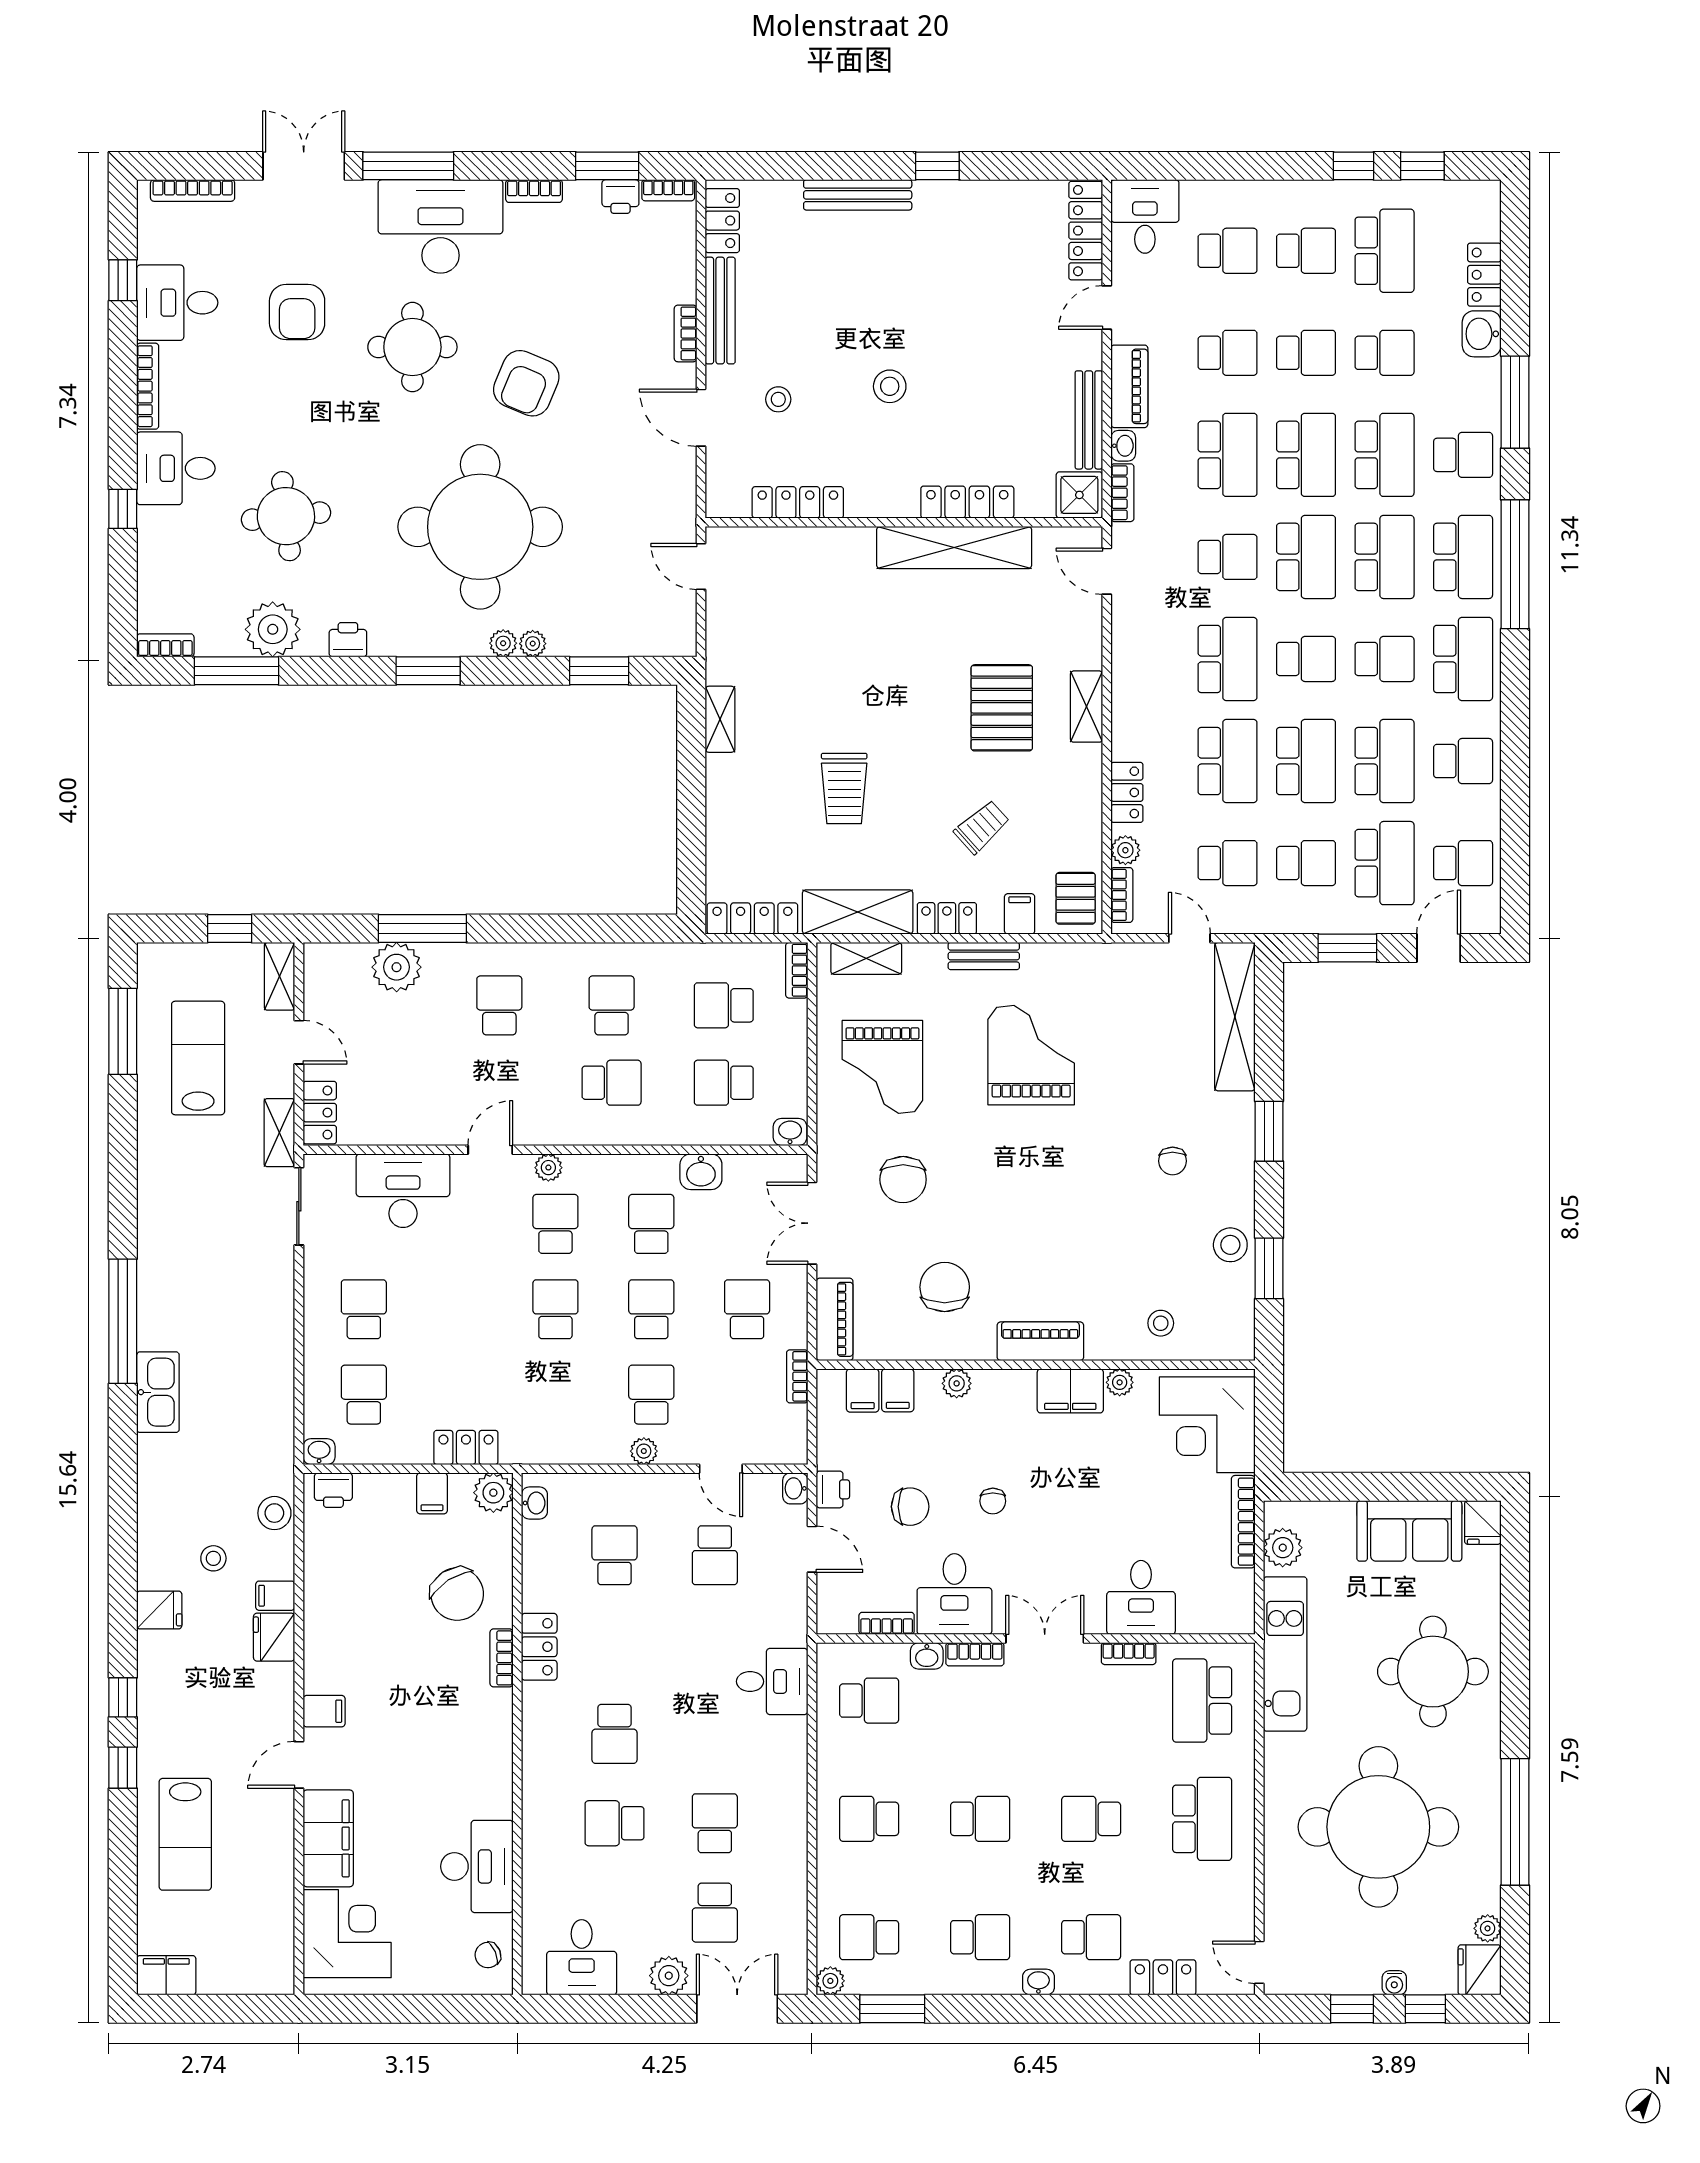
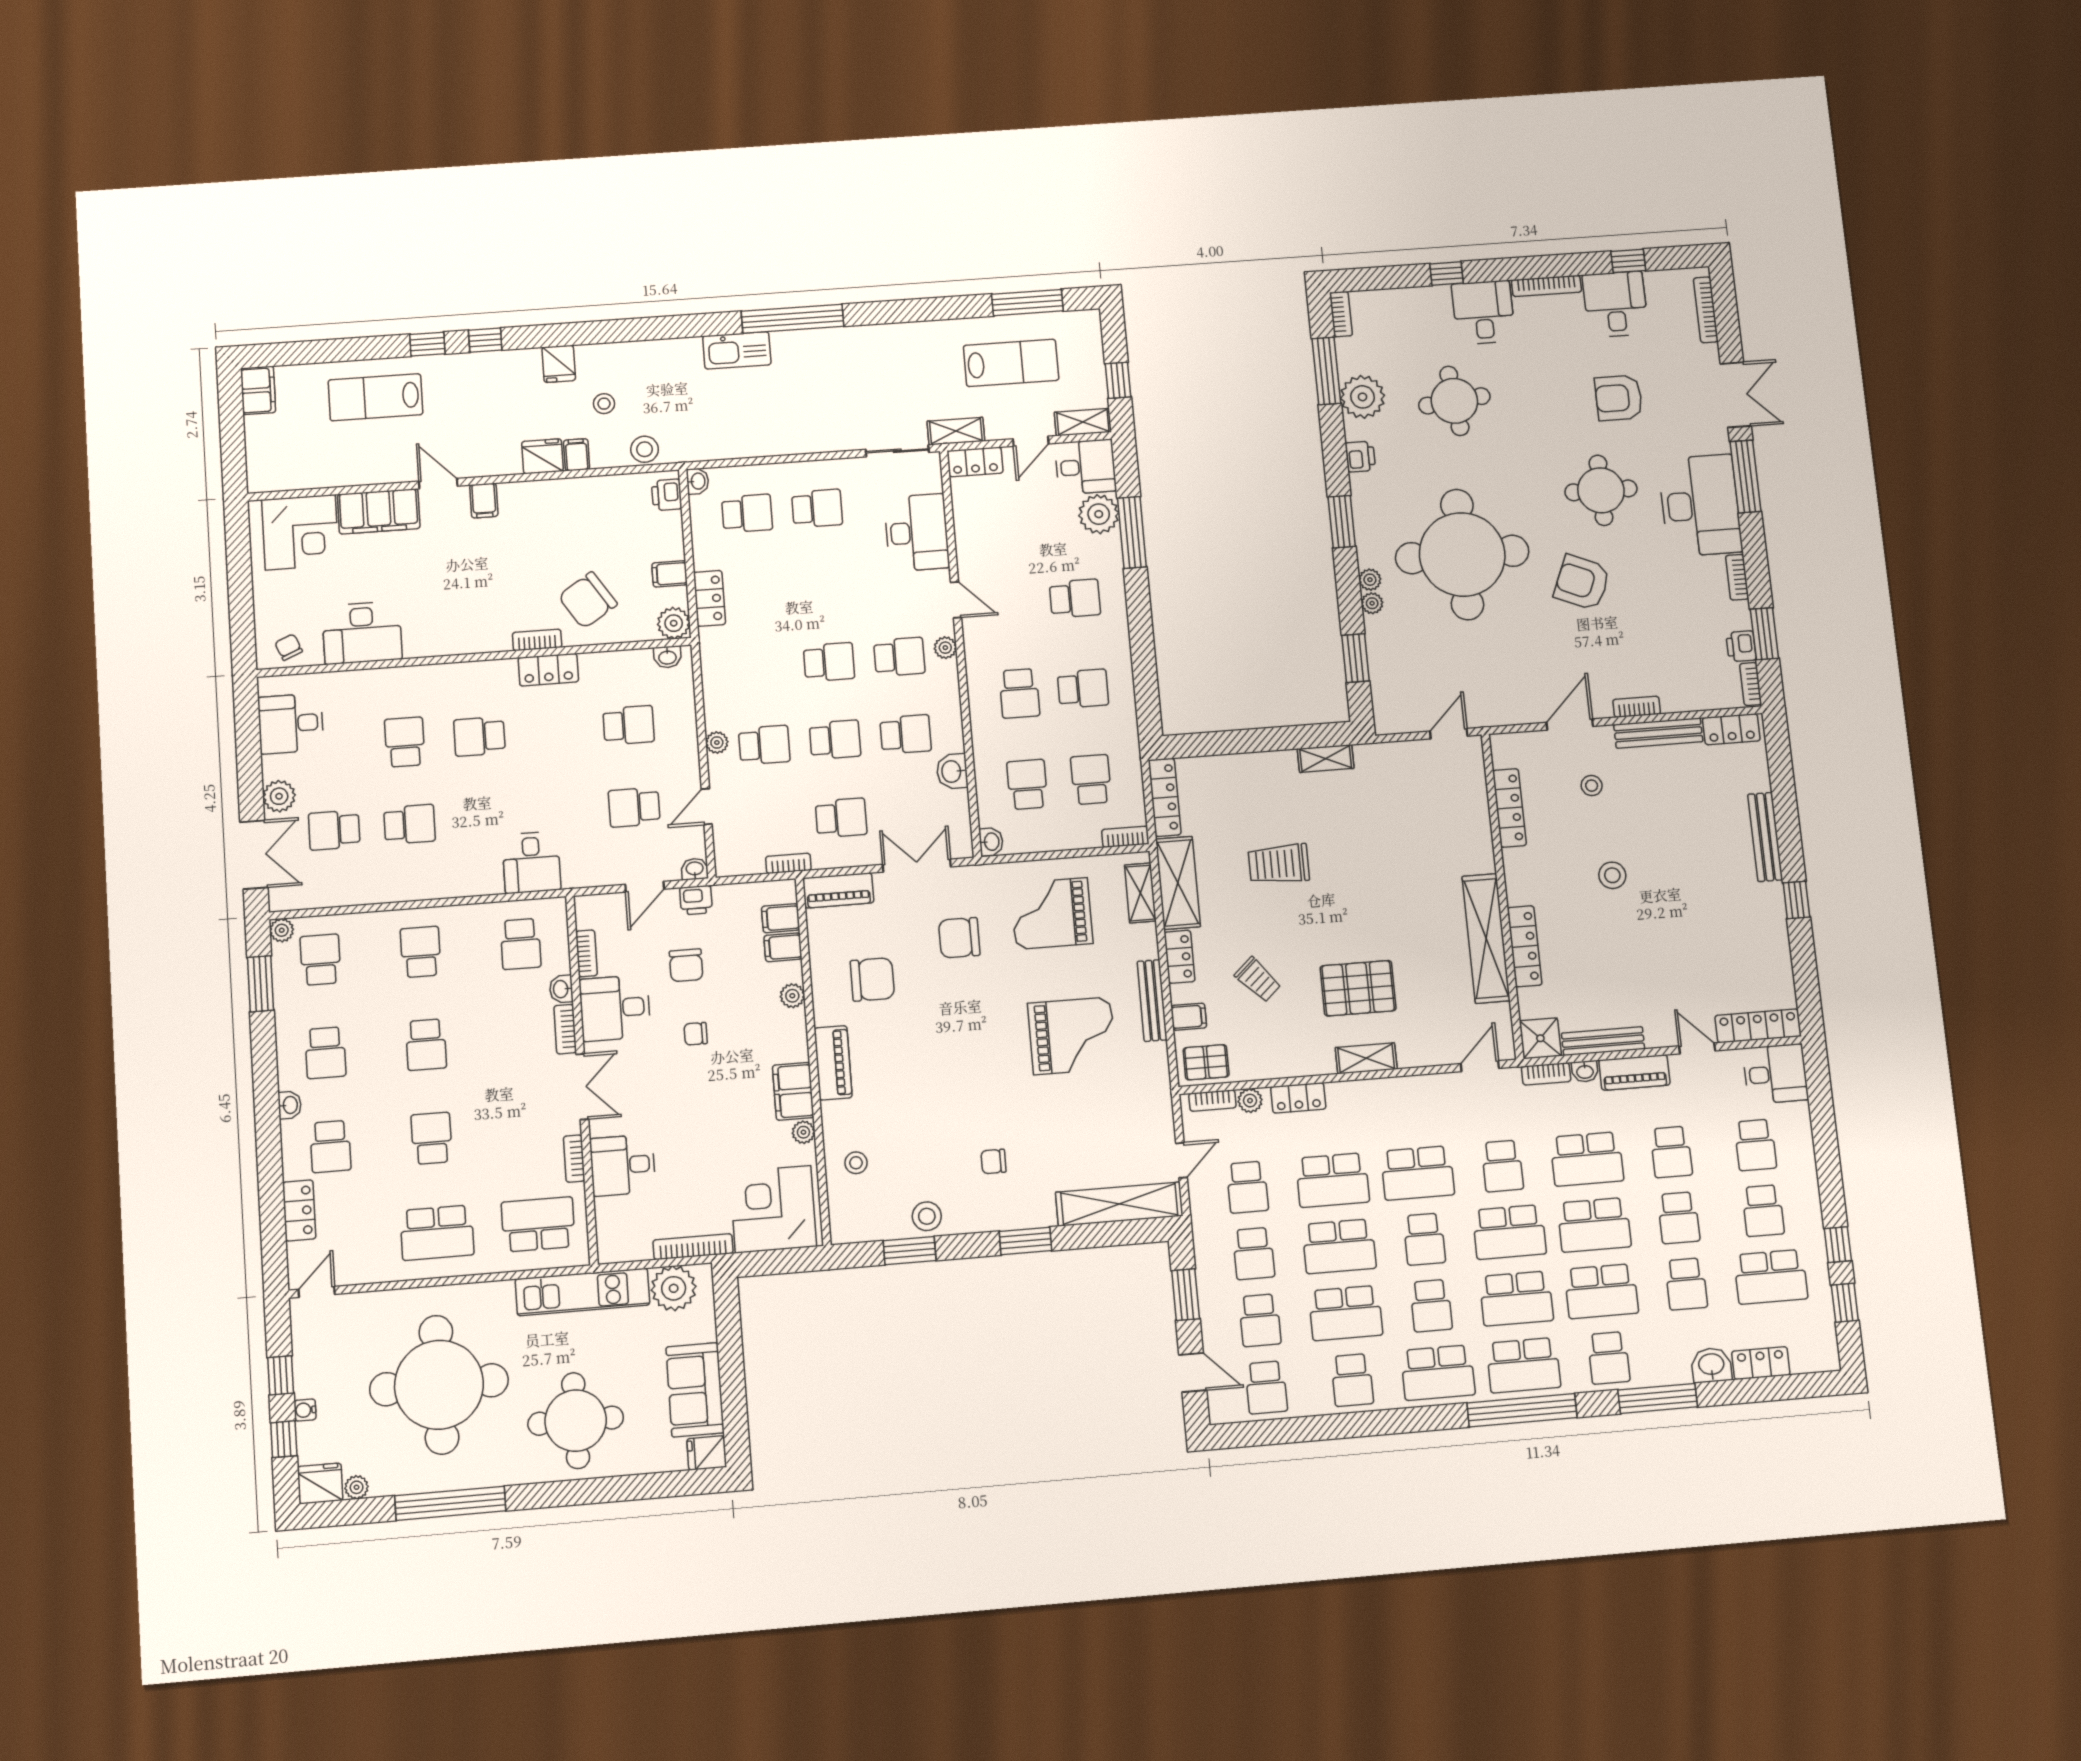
school desk: (1385, 863) -> (1260, 1320), width x0.54
bench: (984, 956) -> (1152, 1001), width x1.36
desk: (336, 978) -> (1086, 467), added
plant: (1283, 1548) -> (674, 1288), width x1.36, depth x1.36

